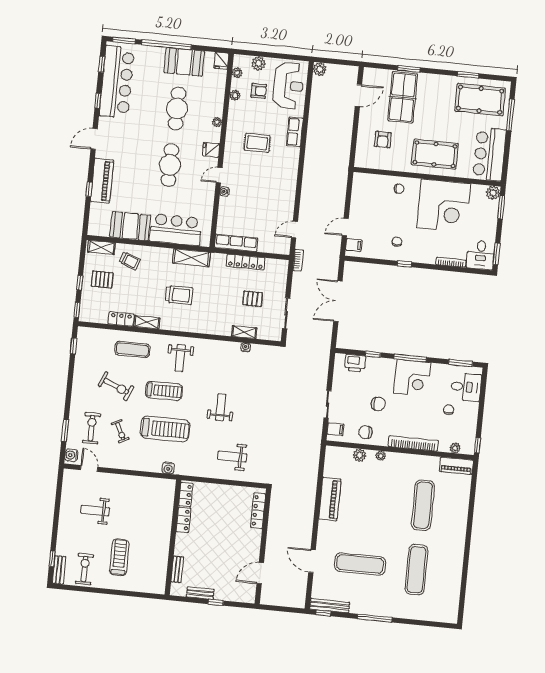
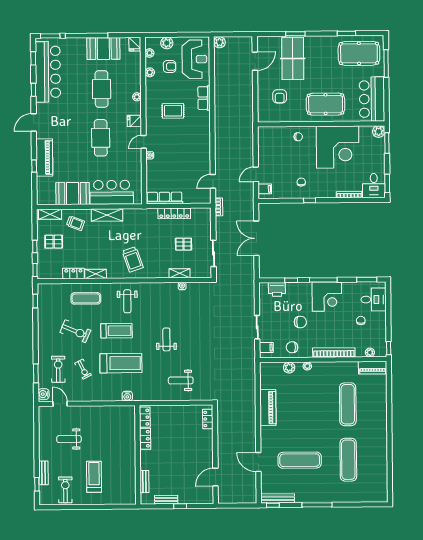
shelving: (191, 258) -> (107, 215), moved
trolley: (179, 295) -> (133, 259), moved, turned 71
locker: (258, 511) -> (208, 419), width x0.66
bench: (59, 570) -> (44, 473), moved

